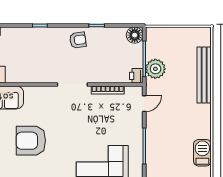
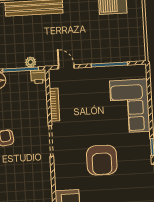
plant: (155, 69) -> (31, 62), width x0.53, depth x0.53
armchair: (31, 141) -> (102, 160), moved

